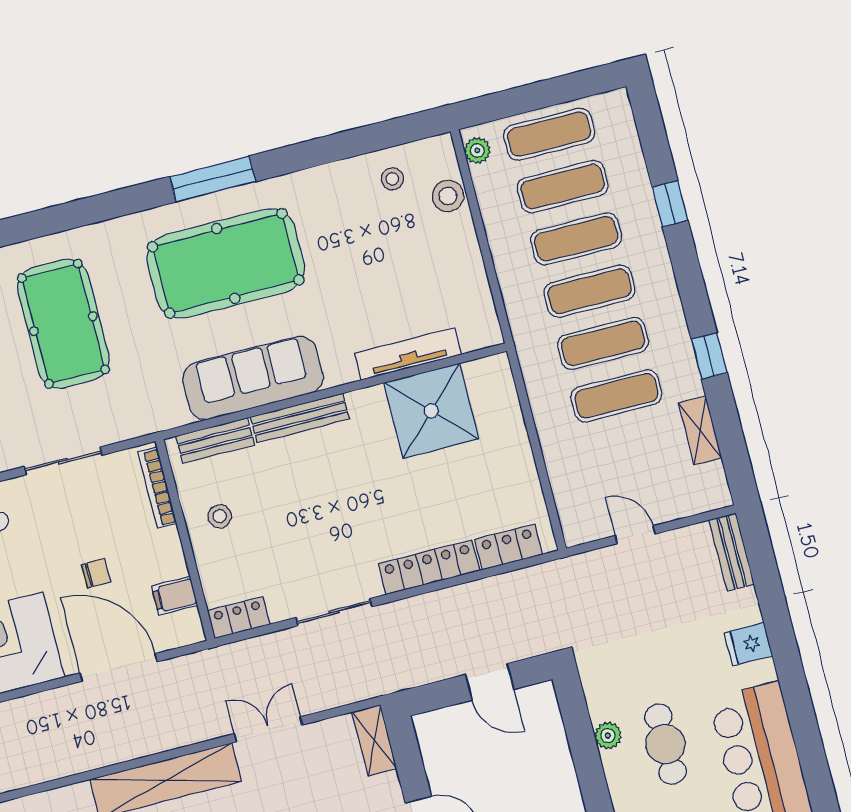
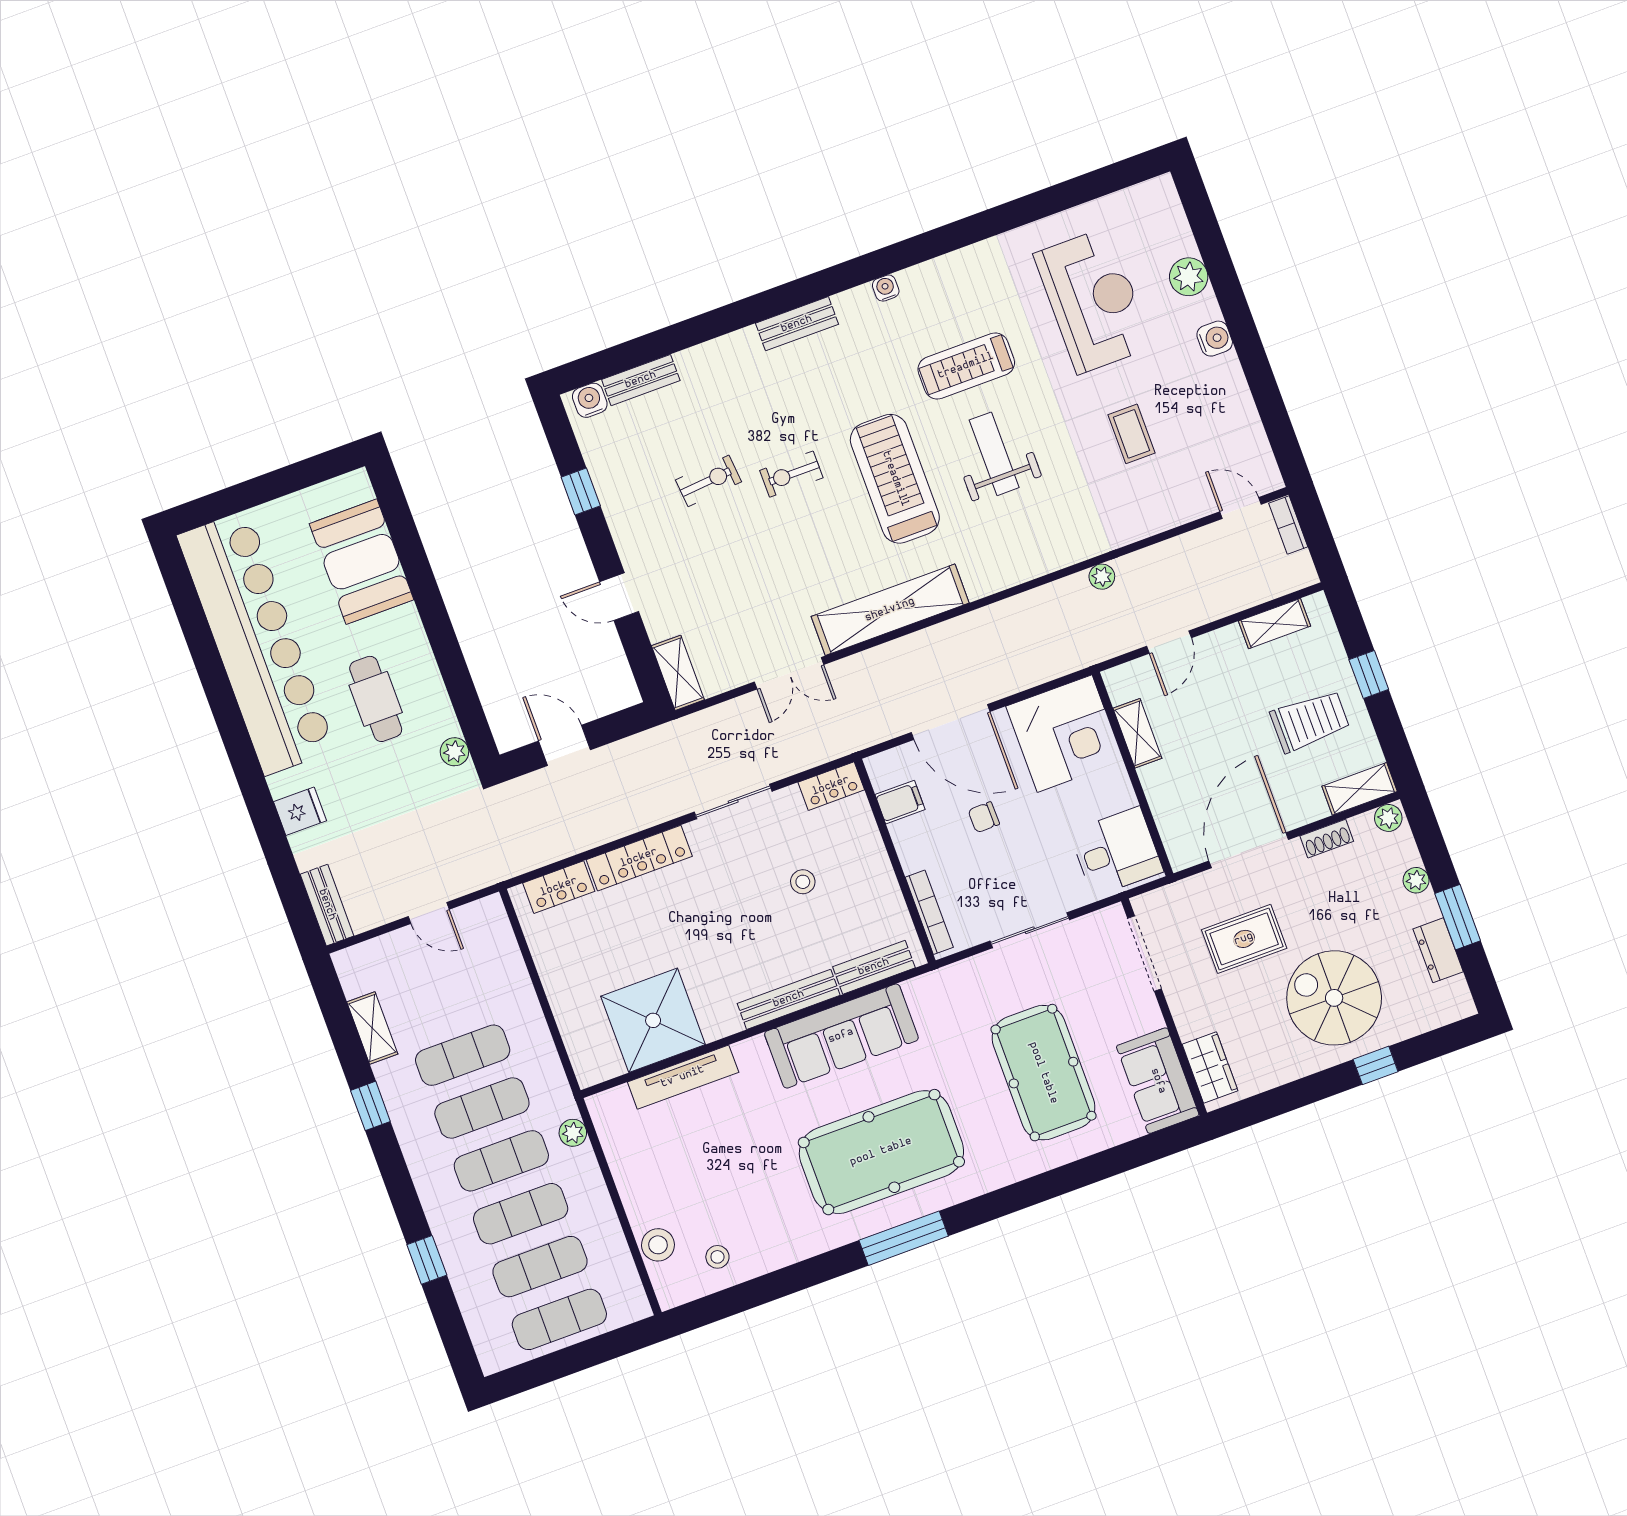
plant: (477, 150) -> (573, 1133), moved
stool: (220, 516) -> (803, 882), moved
plant: (608, 736) -> (454, 752), moved

